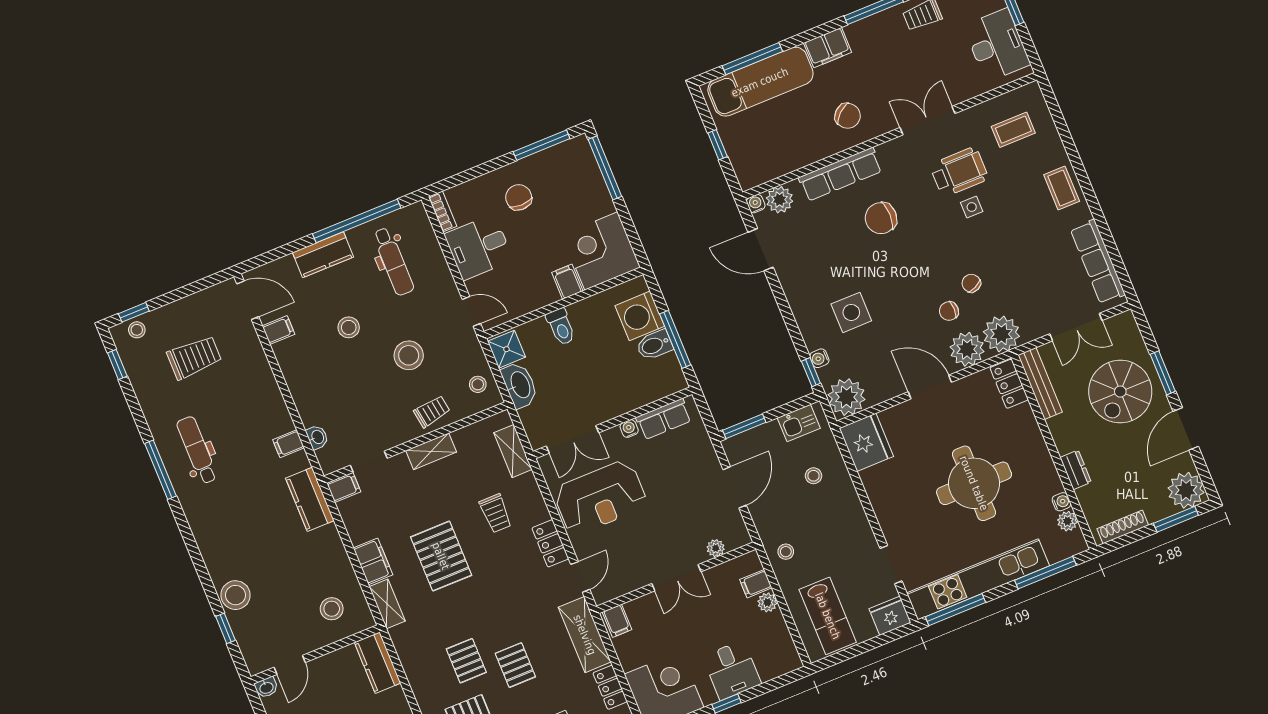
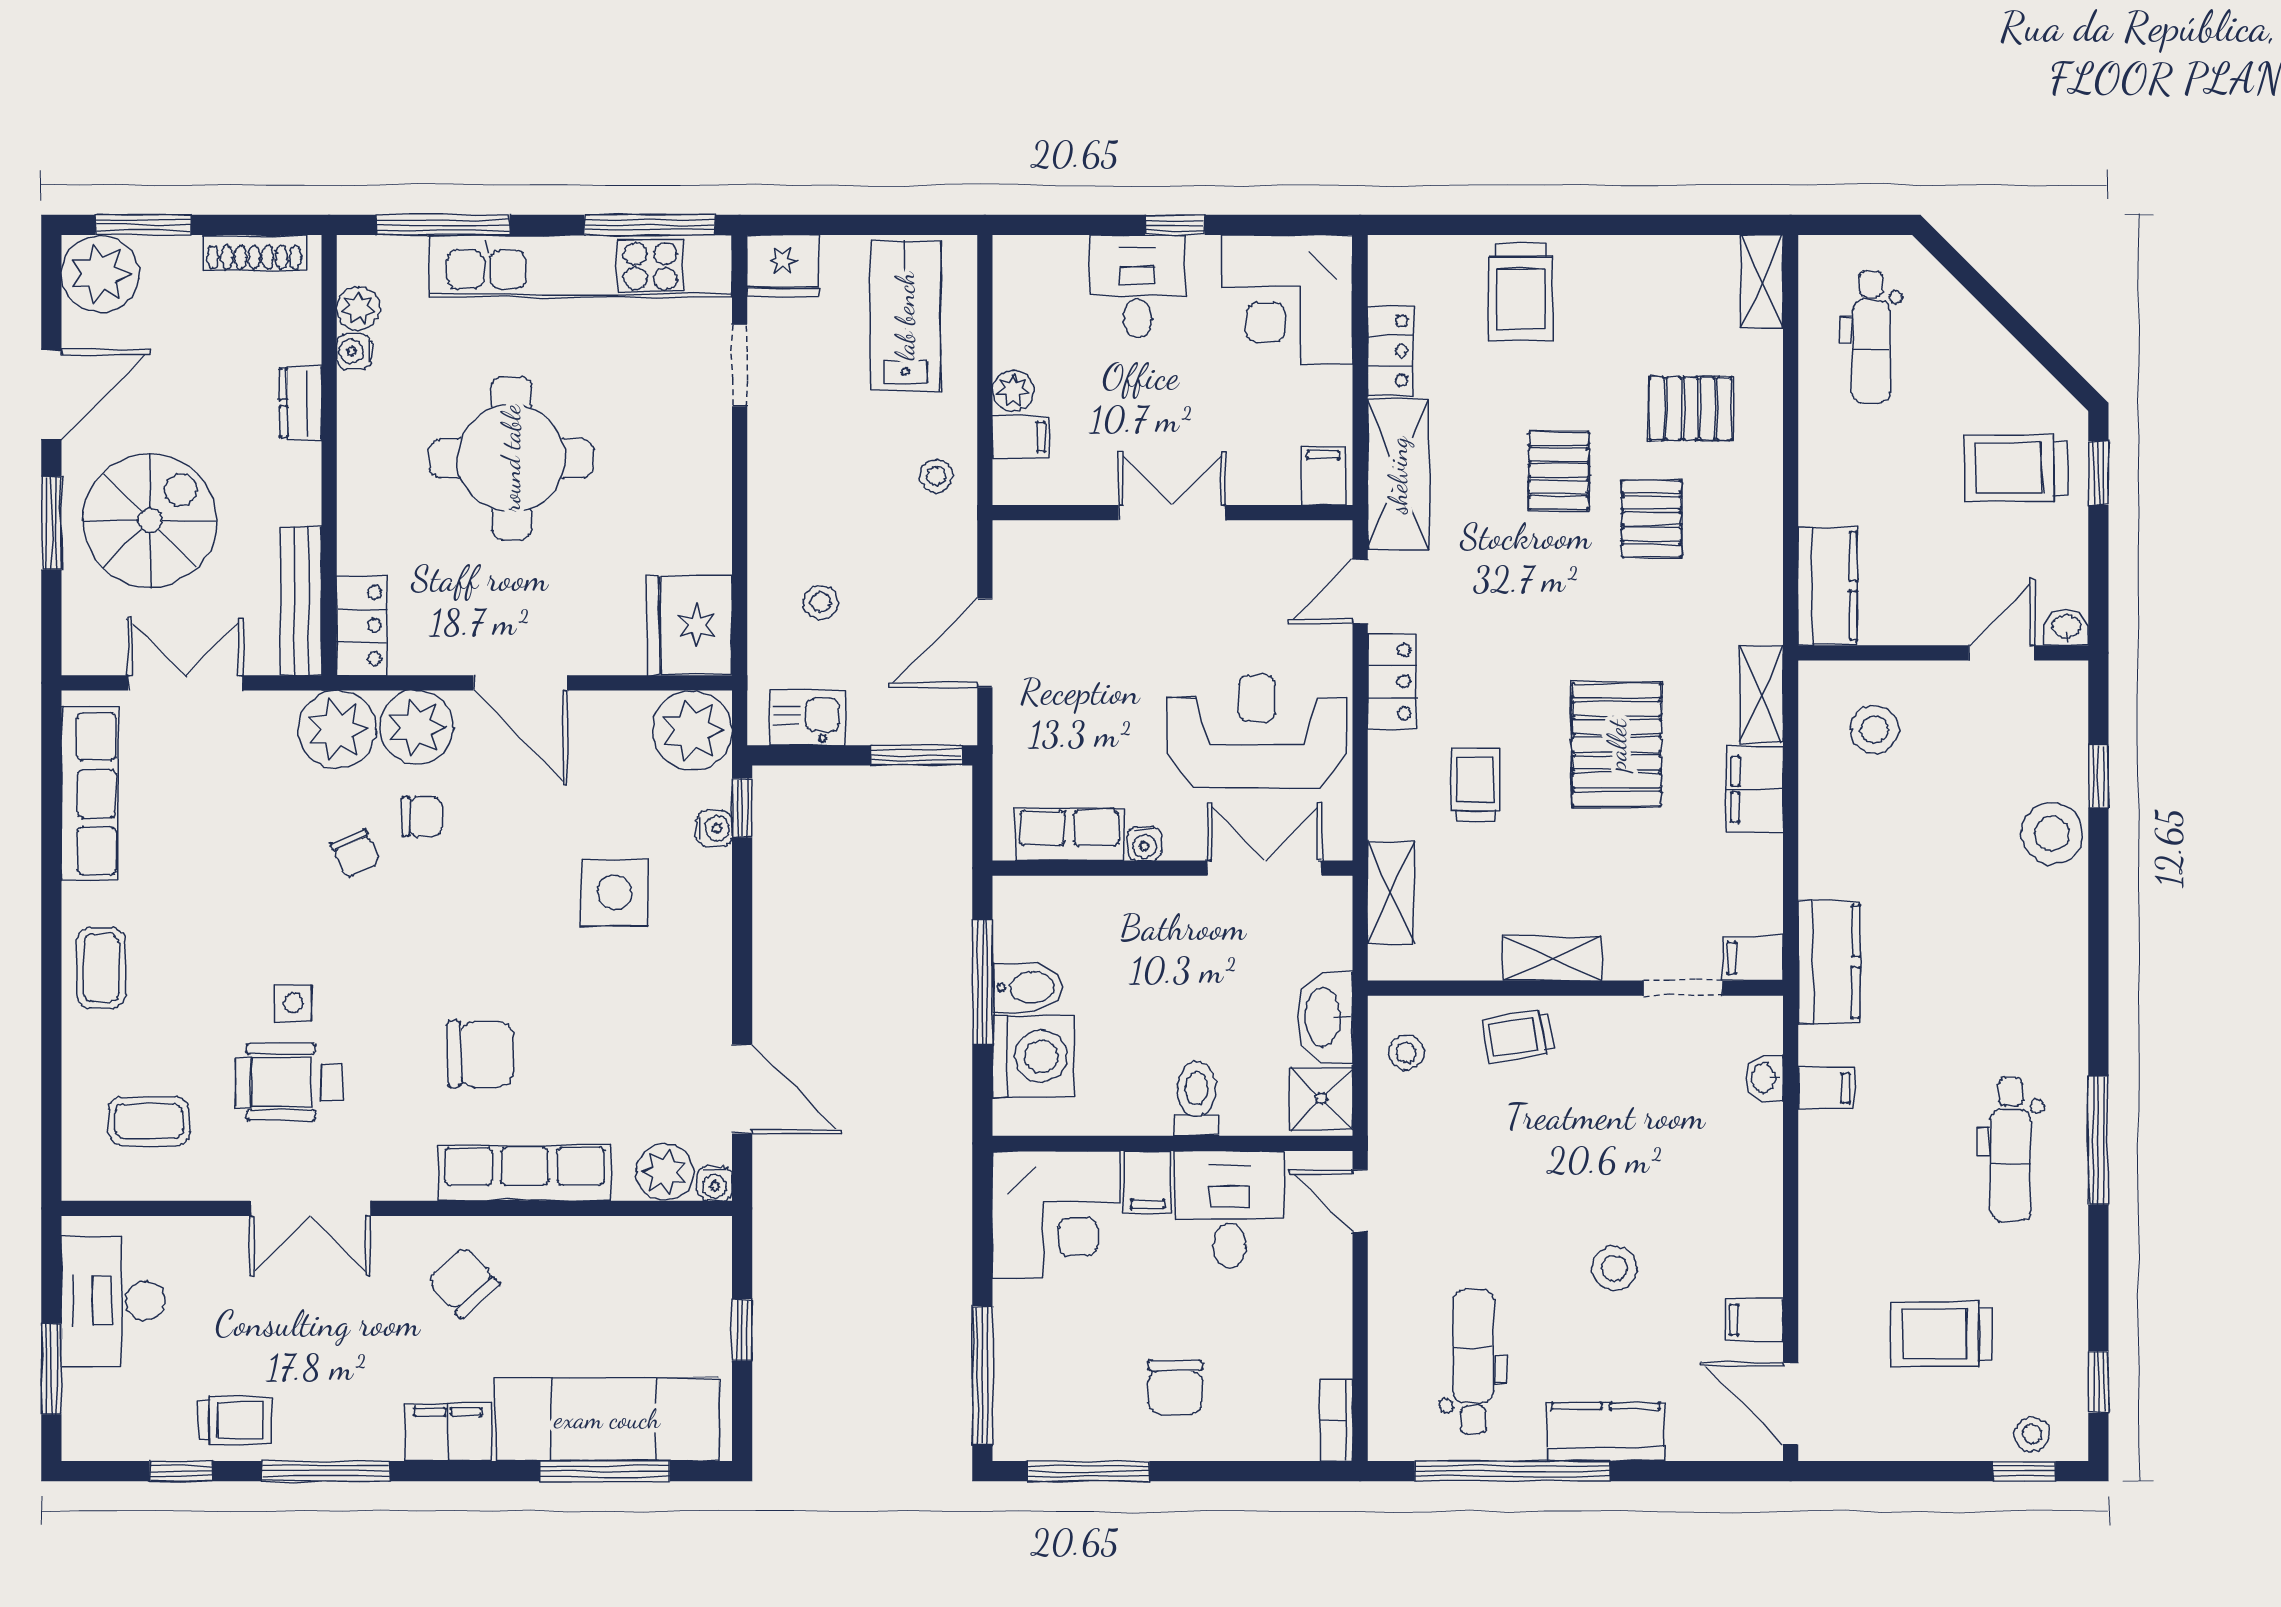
desk: (479, 247) -> (1229, 1209), moved, turned -90
stool: (409, 355) -> (1519, 1165), removed
plant: (716, 548) -> (1071, 539), removed

